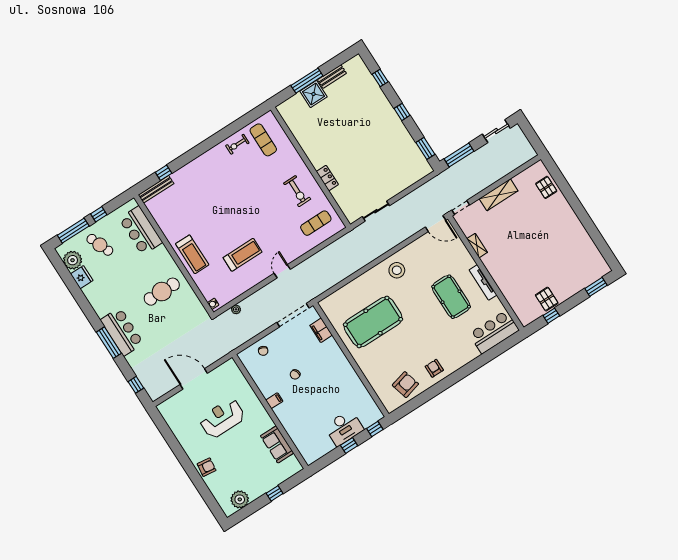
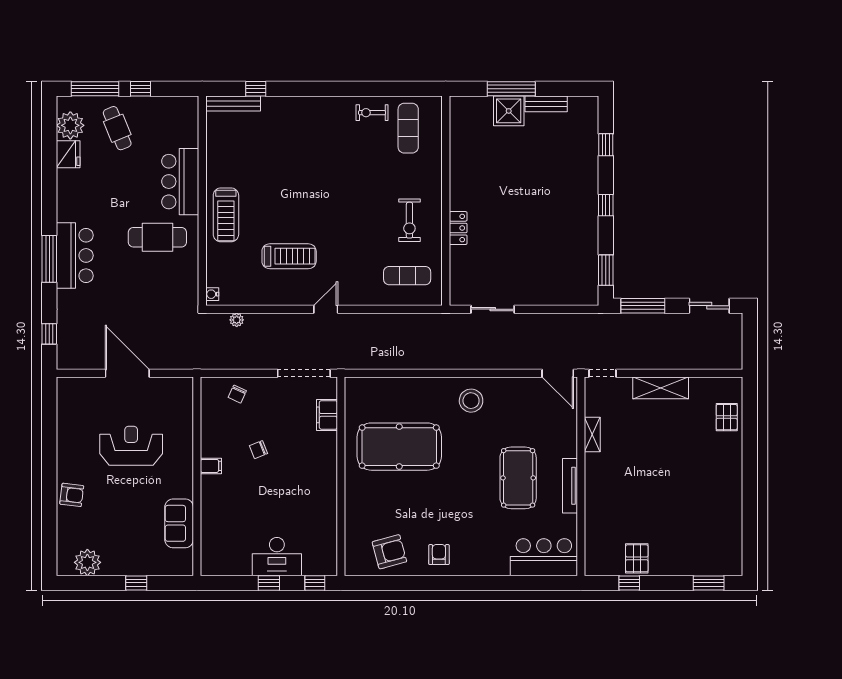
bar counter: (141, 231) -> (180, 182), moved

